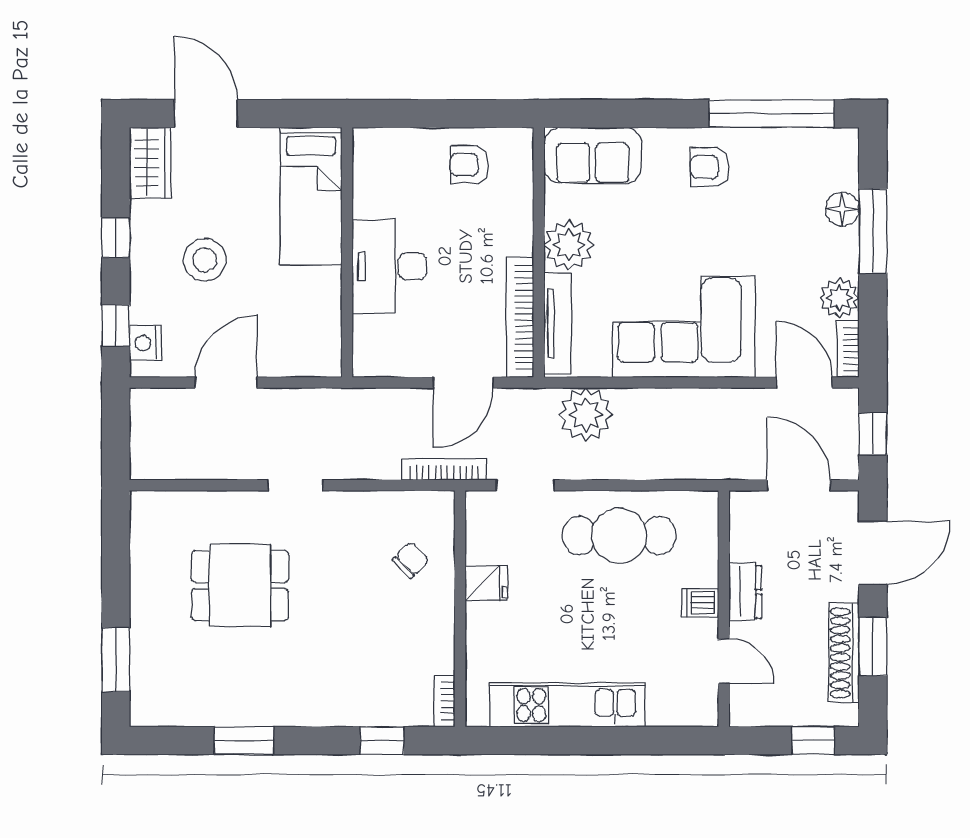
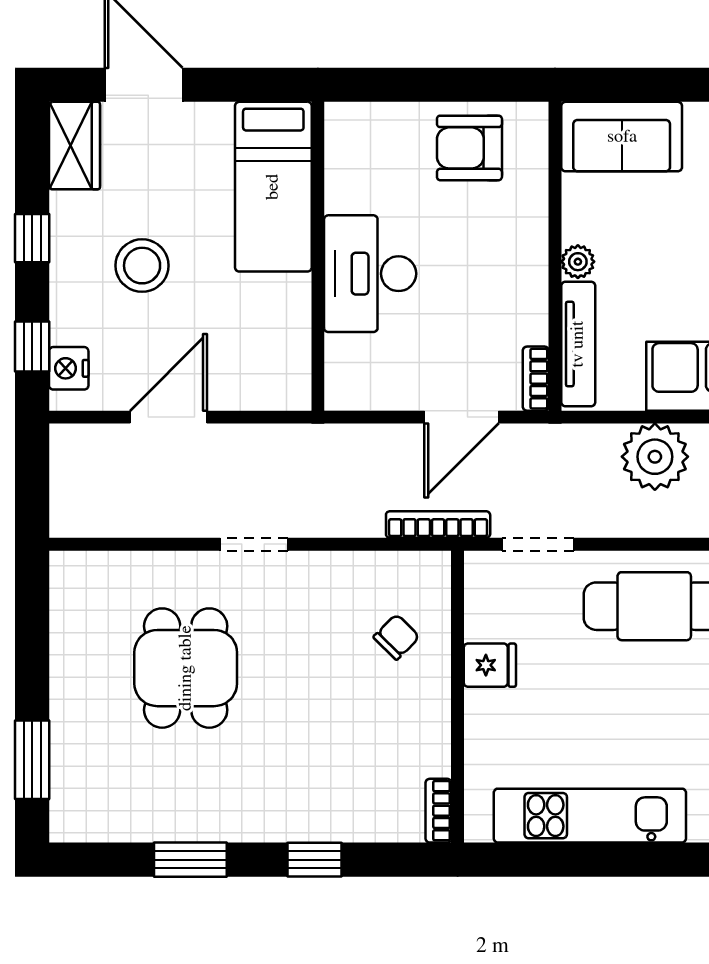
armchair: (470, 165) -> (469, 148), width x1.38, depth x1.38
plant: (569, 245) -> (578, 262), width x0.53, depth x0.53
bookcase: (520, 317) -> (536, 379), width x0.43, depth x0.76
plant: (586, 415) -> (655, 457), moved
dining table: (240, 586) -> (186, 668), turned 90
window: (382, 741) -> (315, 860), moved

